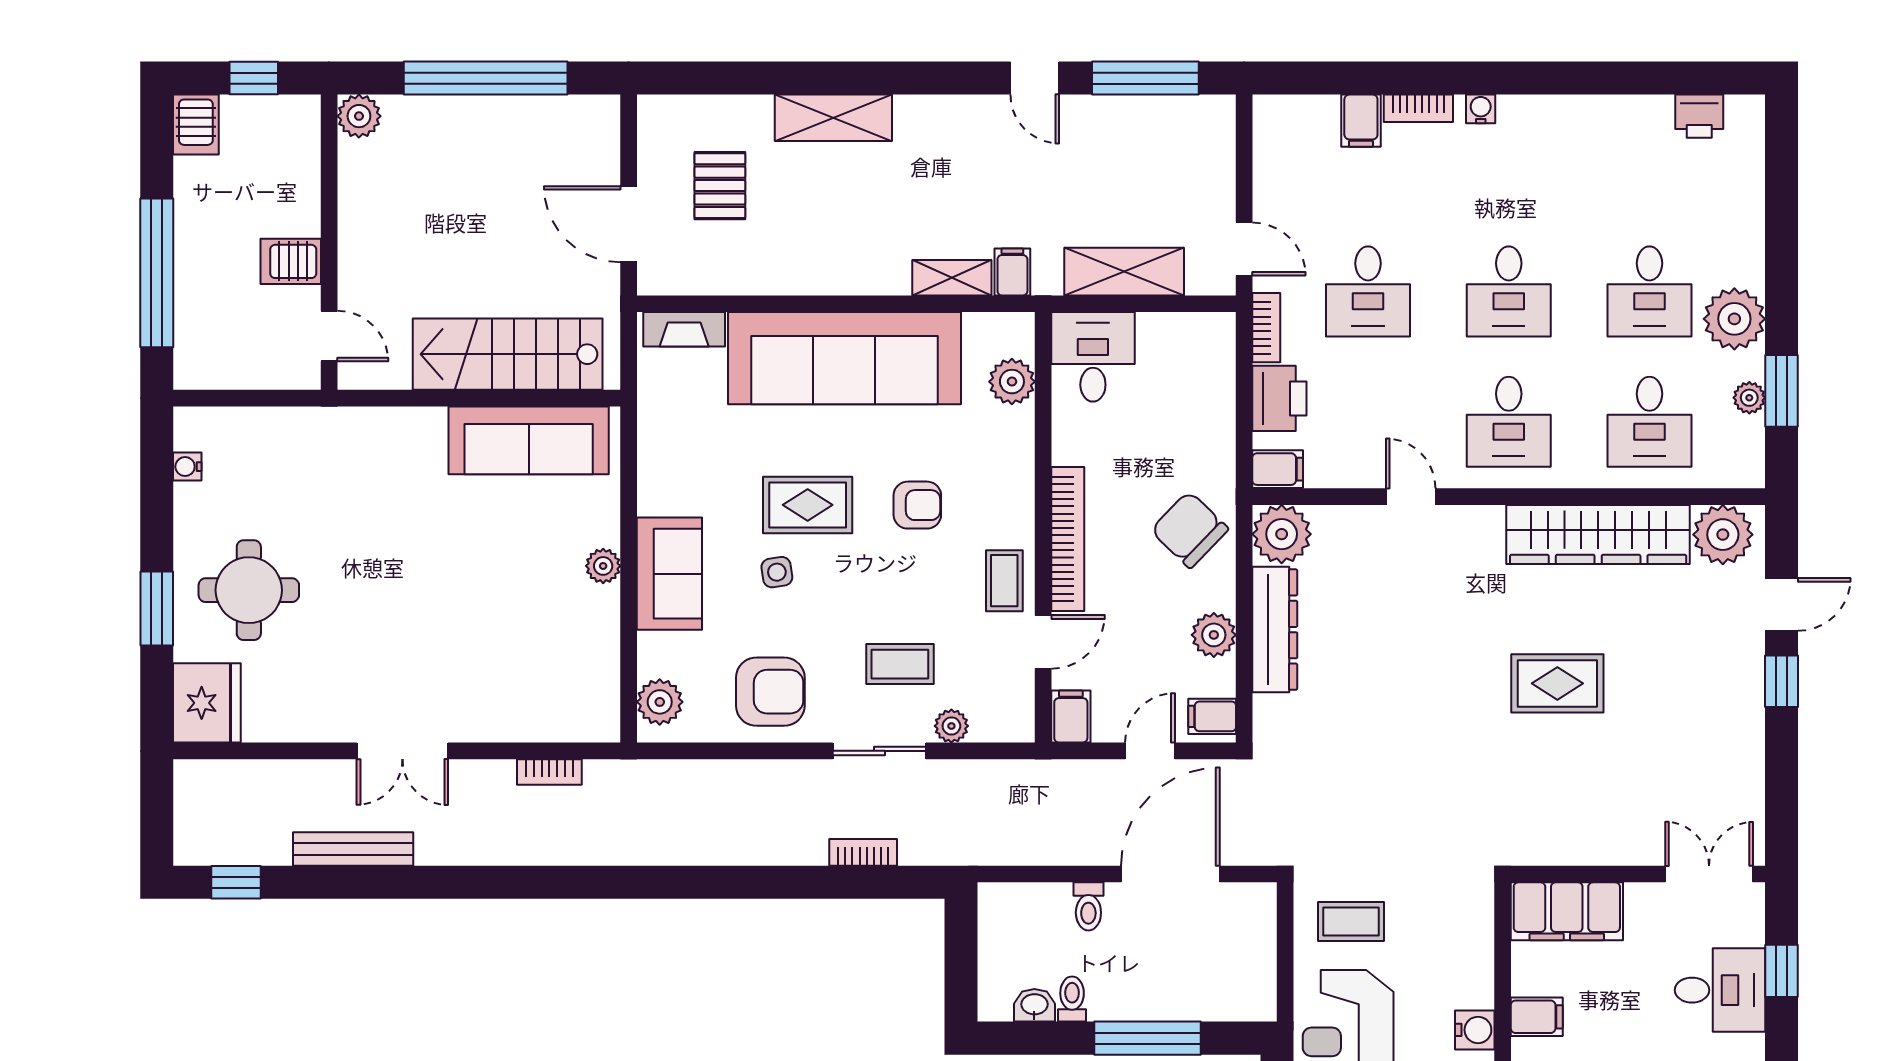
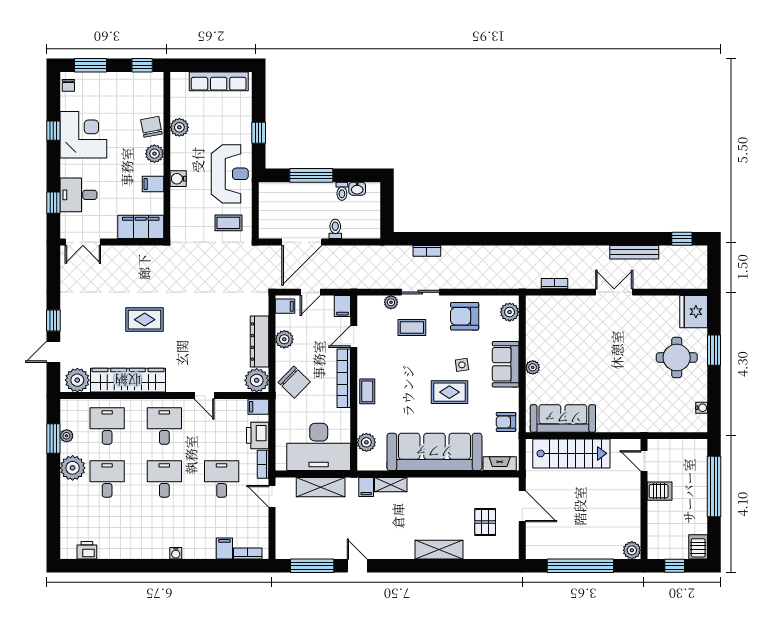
bookcase: (1418, 108) -> (248, 553), moved
desk: (1093, 357) -> (319, 447), width x1.87, depth x1.30
armchair: (917, 505) -> (506, 422), moved
coffee table: (1004, 581) -> (367, 391), moved

